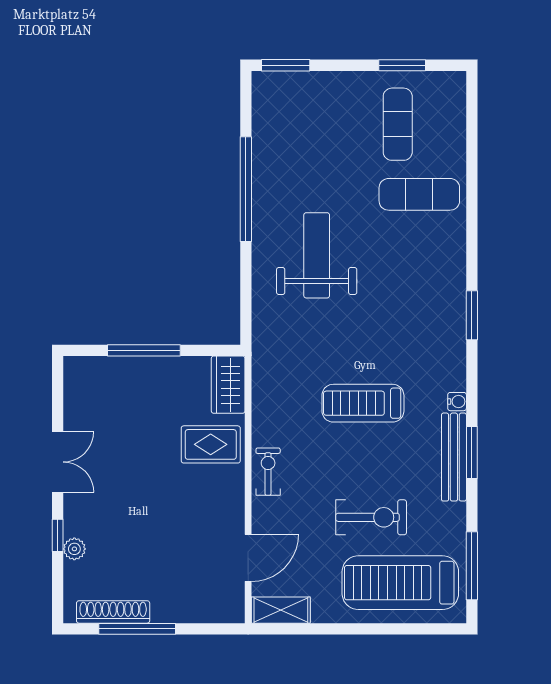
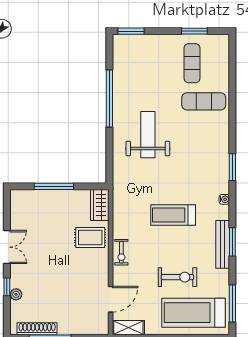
water cooler: (457, 402) -> (224, 199), moved
exercise bike: (268, 472) -> (121, 252), turned 180

